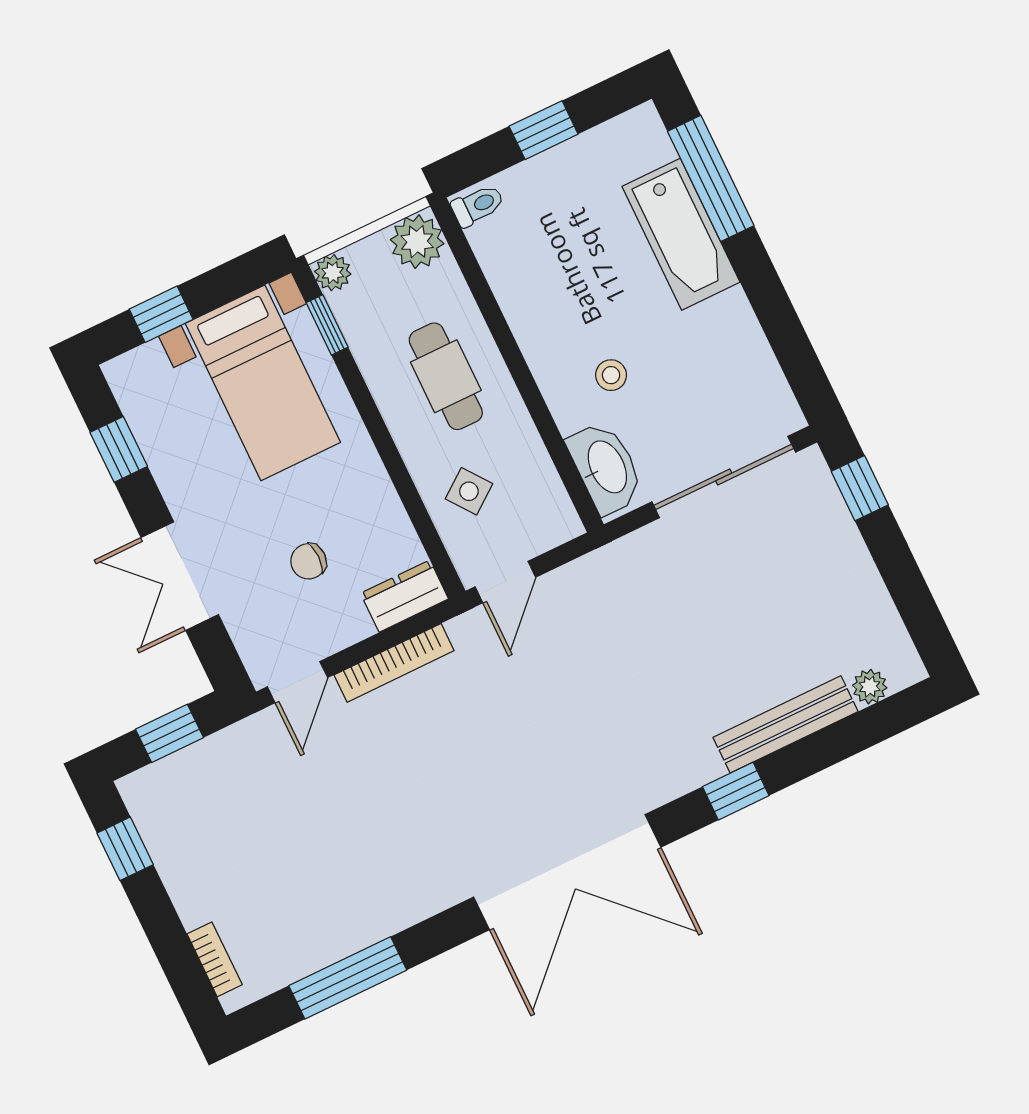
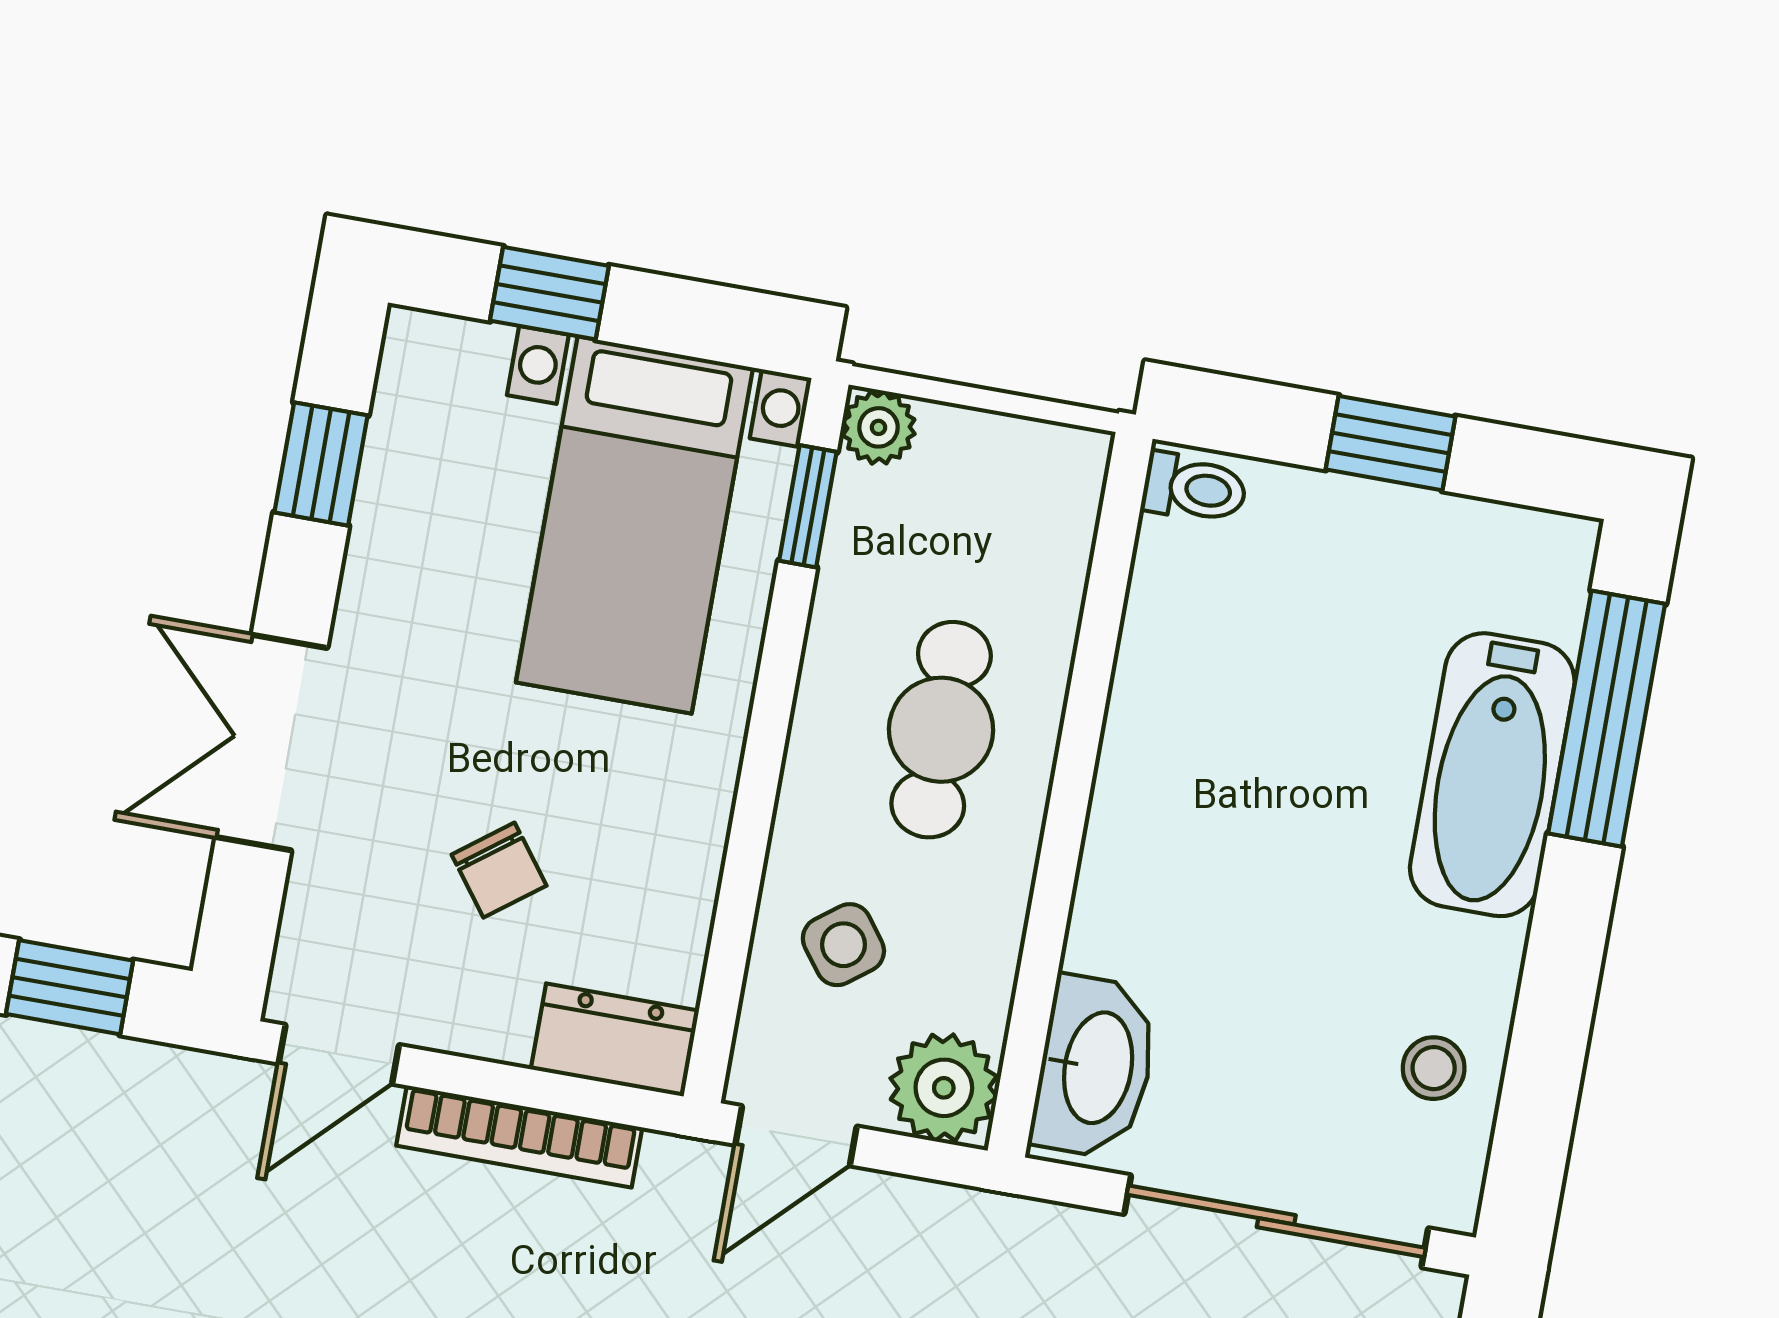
plant: (417, 242) -> (944, 1088), moved
stool: (611, 375) -> (1434, 1068), moved
chair: (308, 561) -> (499, 870), turned -127

